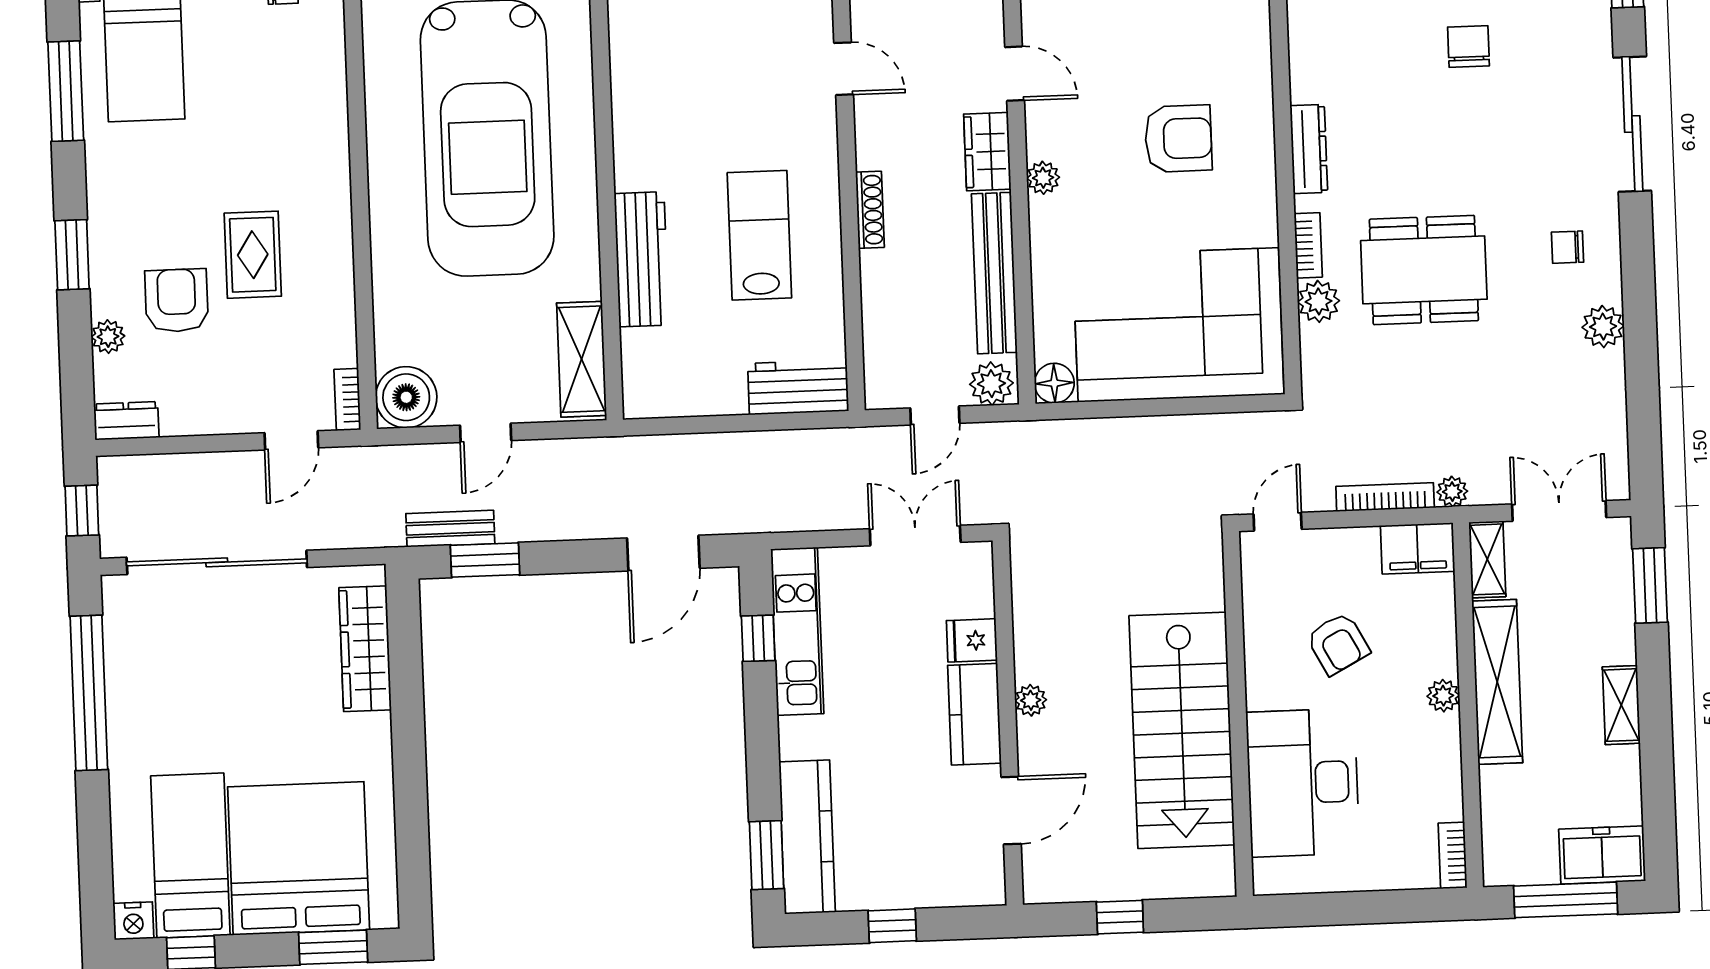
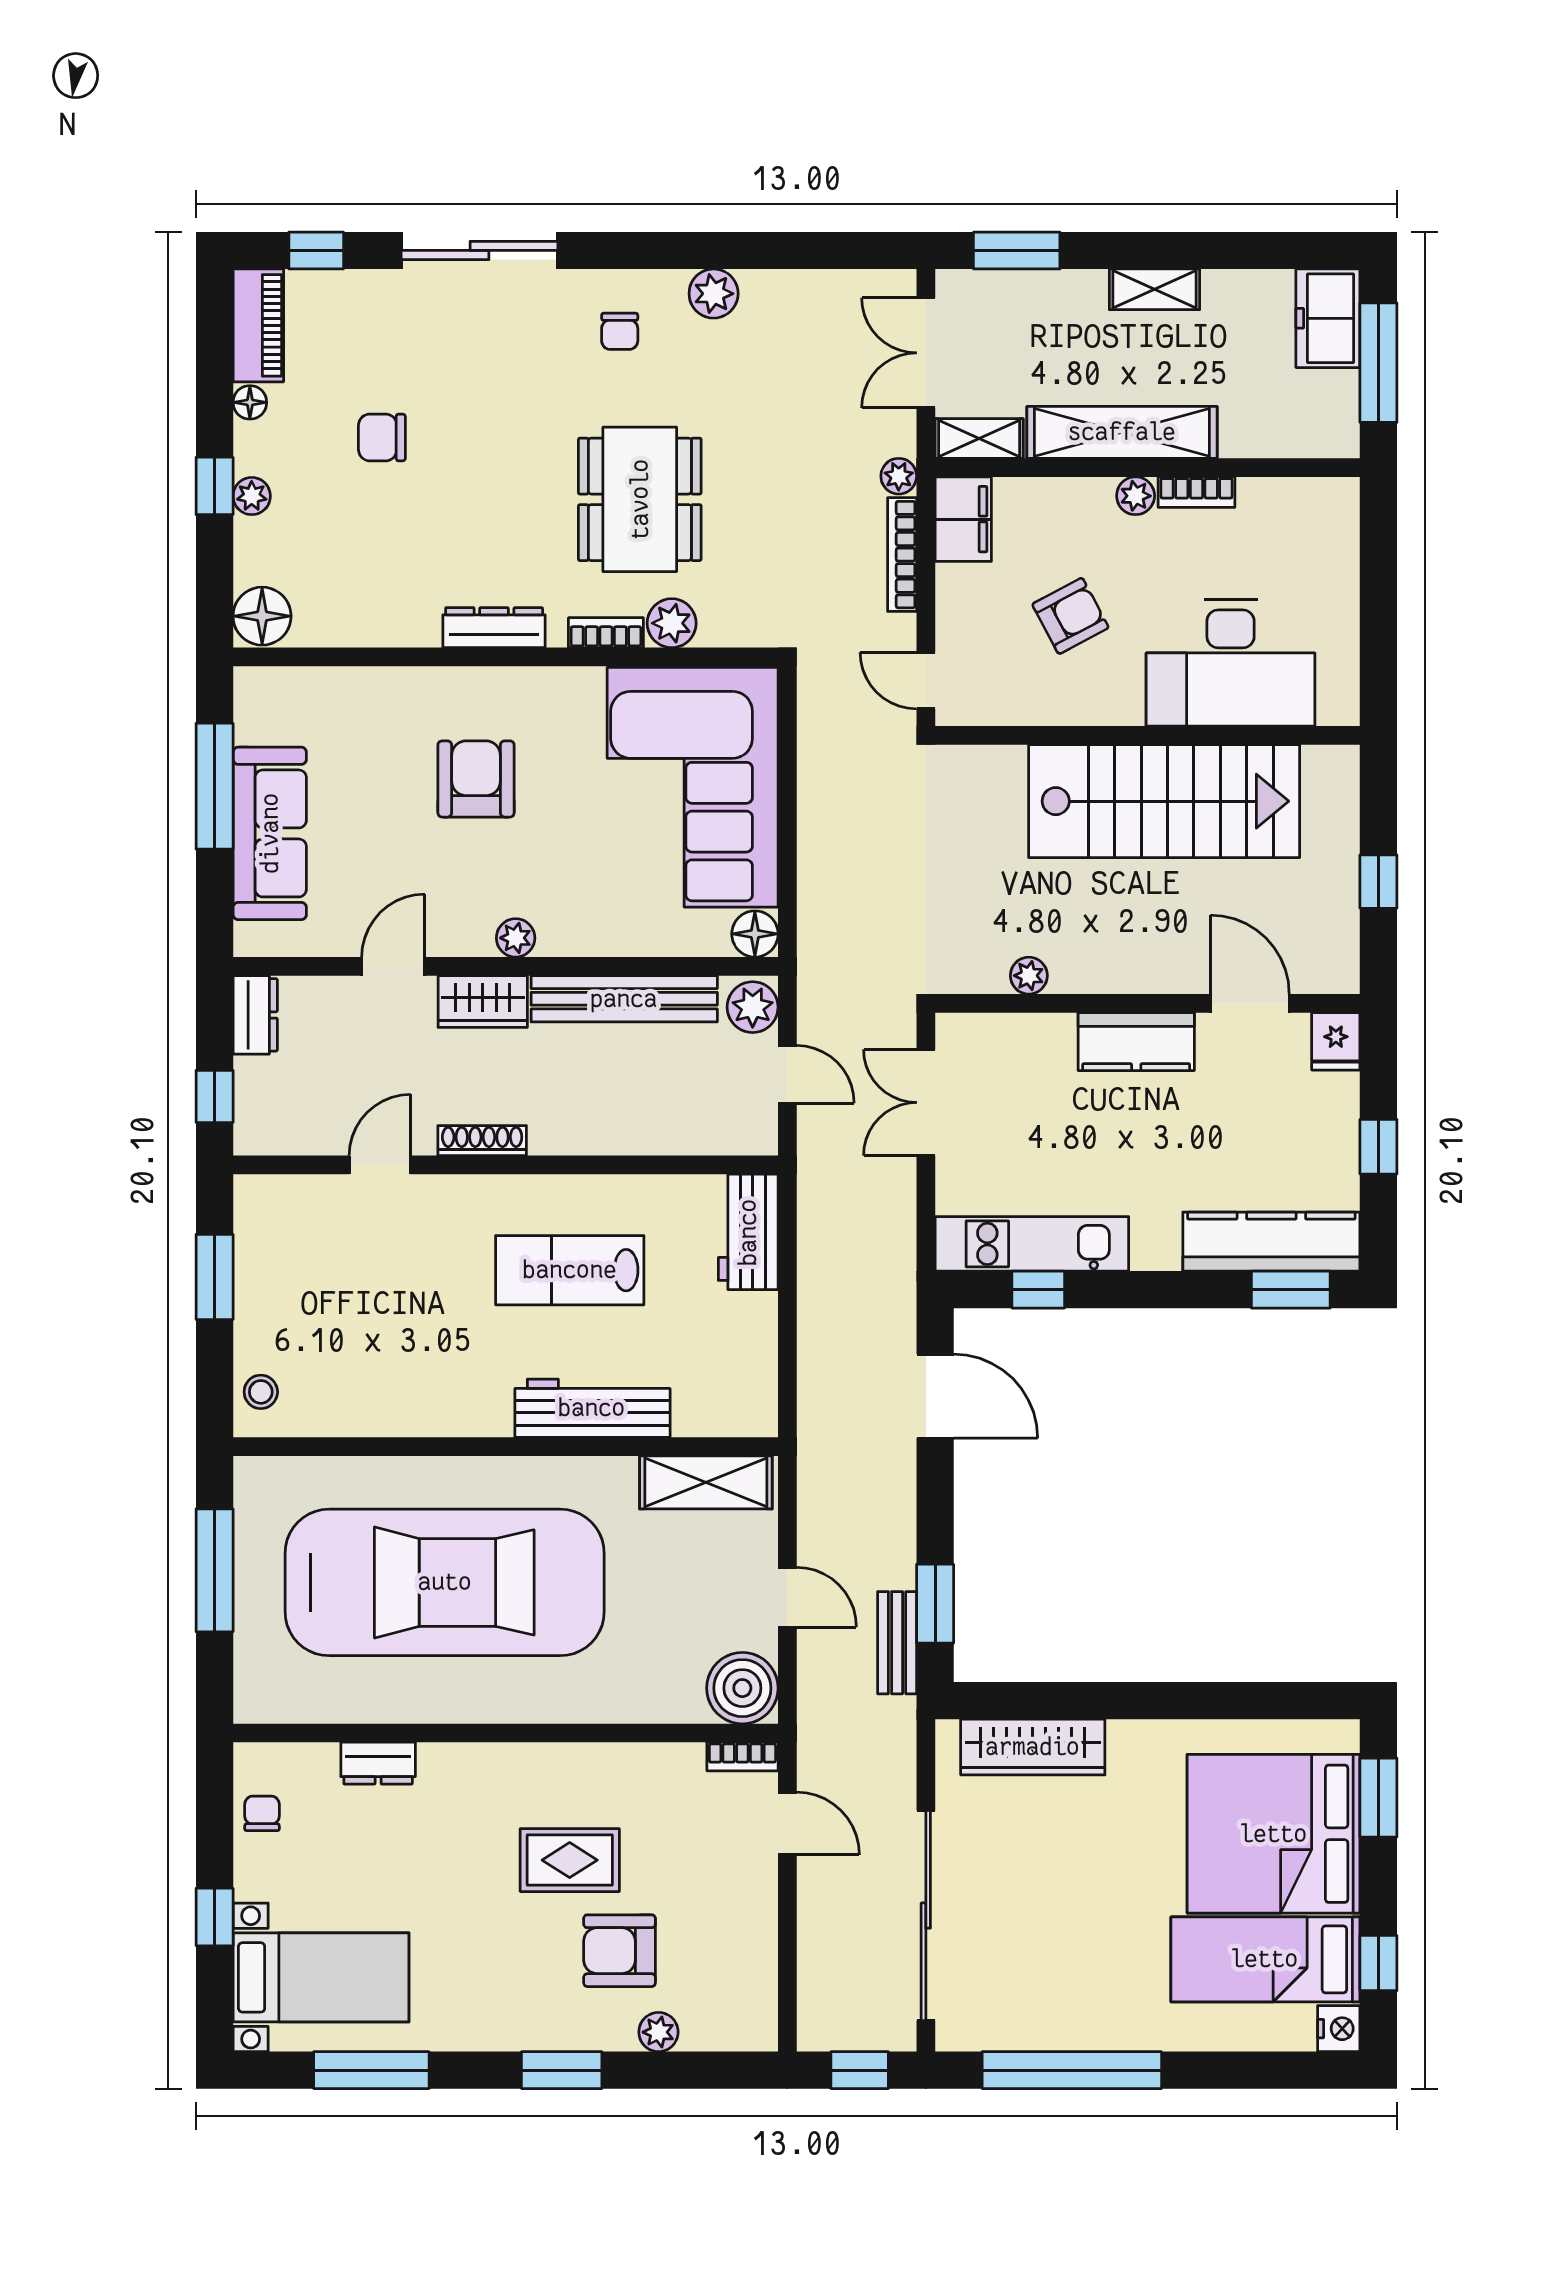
shoe rack: (870, 210) -> (482, 1141), moved
dresser: (126, 421) -> (378, 1763), moved, turned -90
fridge: (972, 640) -> (1336, 1041), moved
plant: (1031, 700) -> (1029, 976), moved
bookcase: (1453, 855) -> (1196, 492), moved

